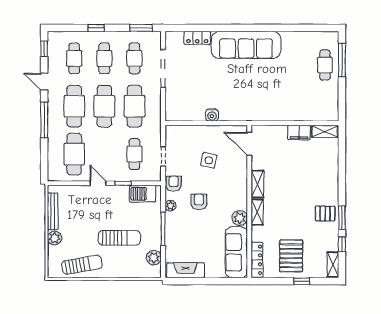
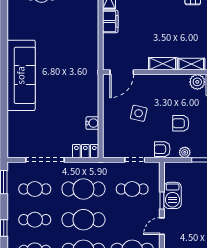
locker: (197, 38) -> (85, 151), moved, turned -90
water cooler: (212, 115) -> (92, 123), moved
barbecue: (143, 194) -> (173, 195), moved

